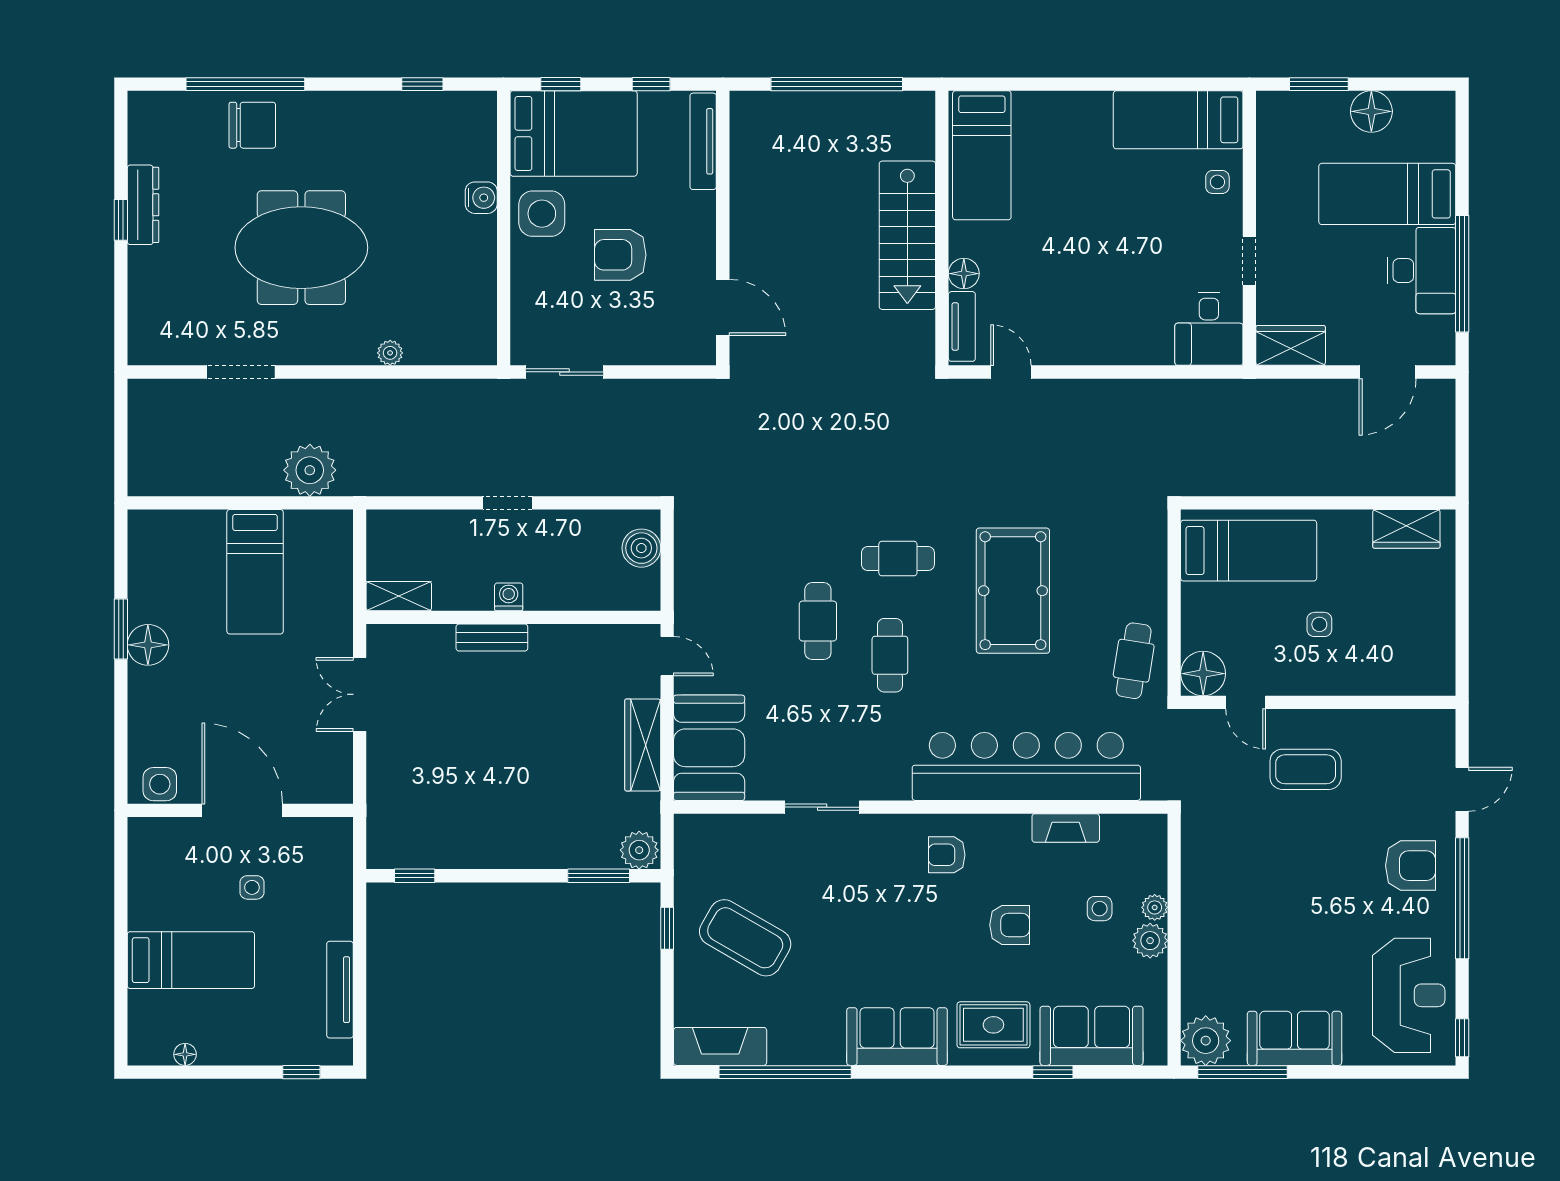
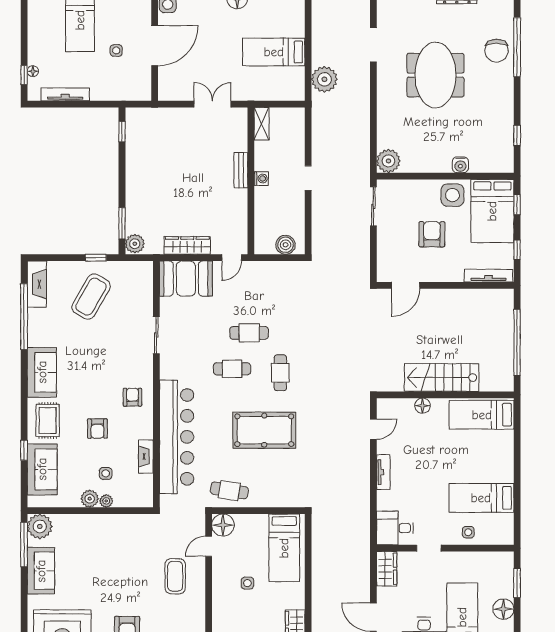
bed: (1178, 120) -> (481, 498), moved, turned -90
tv unit: (962, 326) -> (383, 472), moved, turned -90
plant: (390, 353) -> (388, 161), moved, width x1.88, depth x1.88
floor lamp: (185, 1054) -> (33, 71), moved

